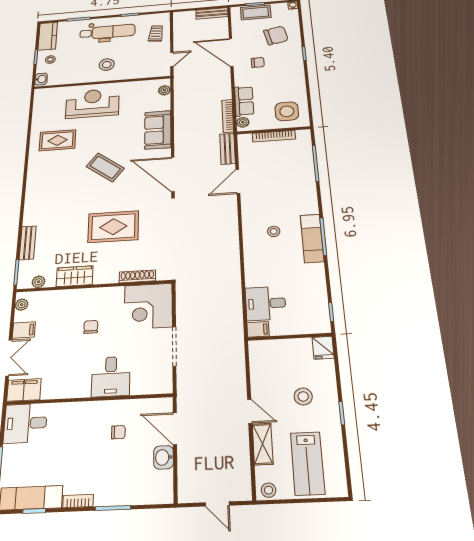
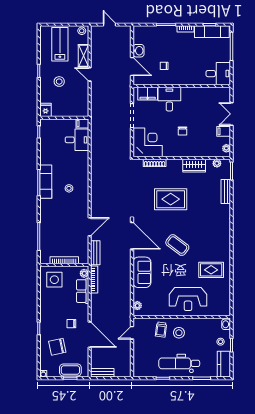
trolley: (156, 33) -> (161, 330), moved
filing cabinet: (24, 390) -> (148, 94), moved

